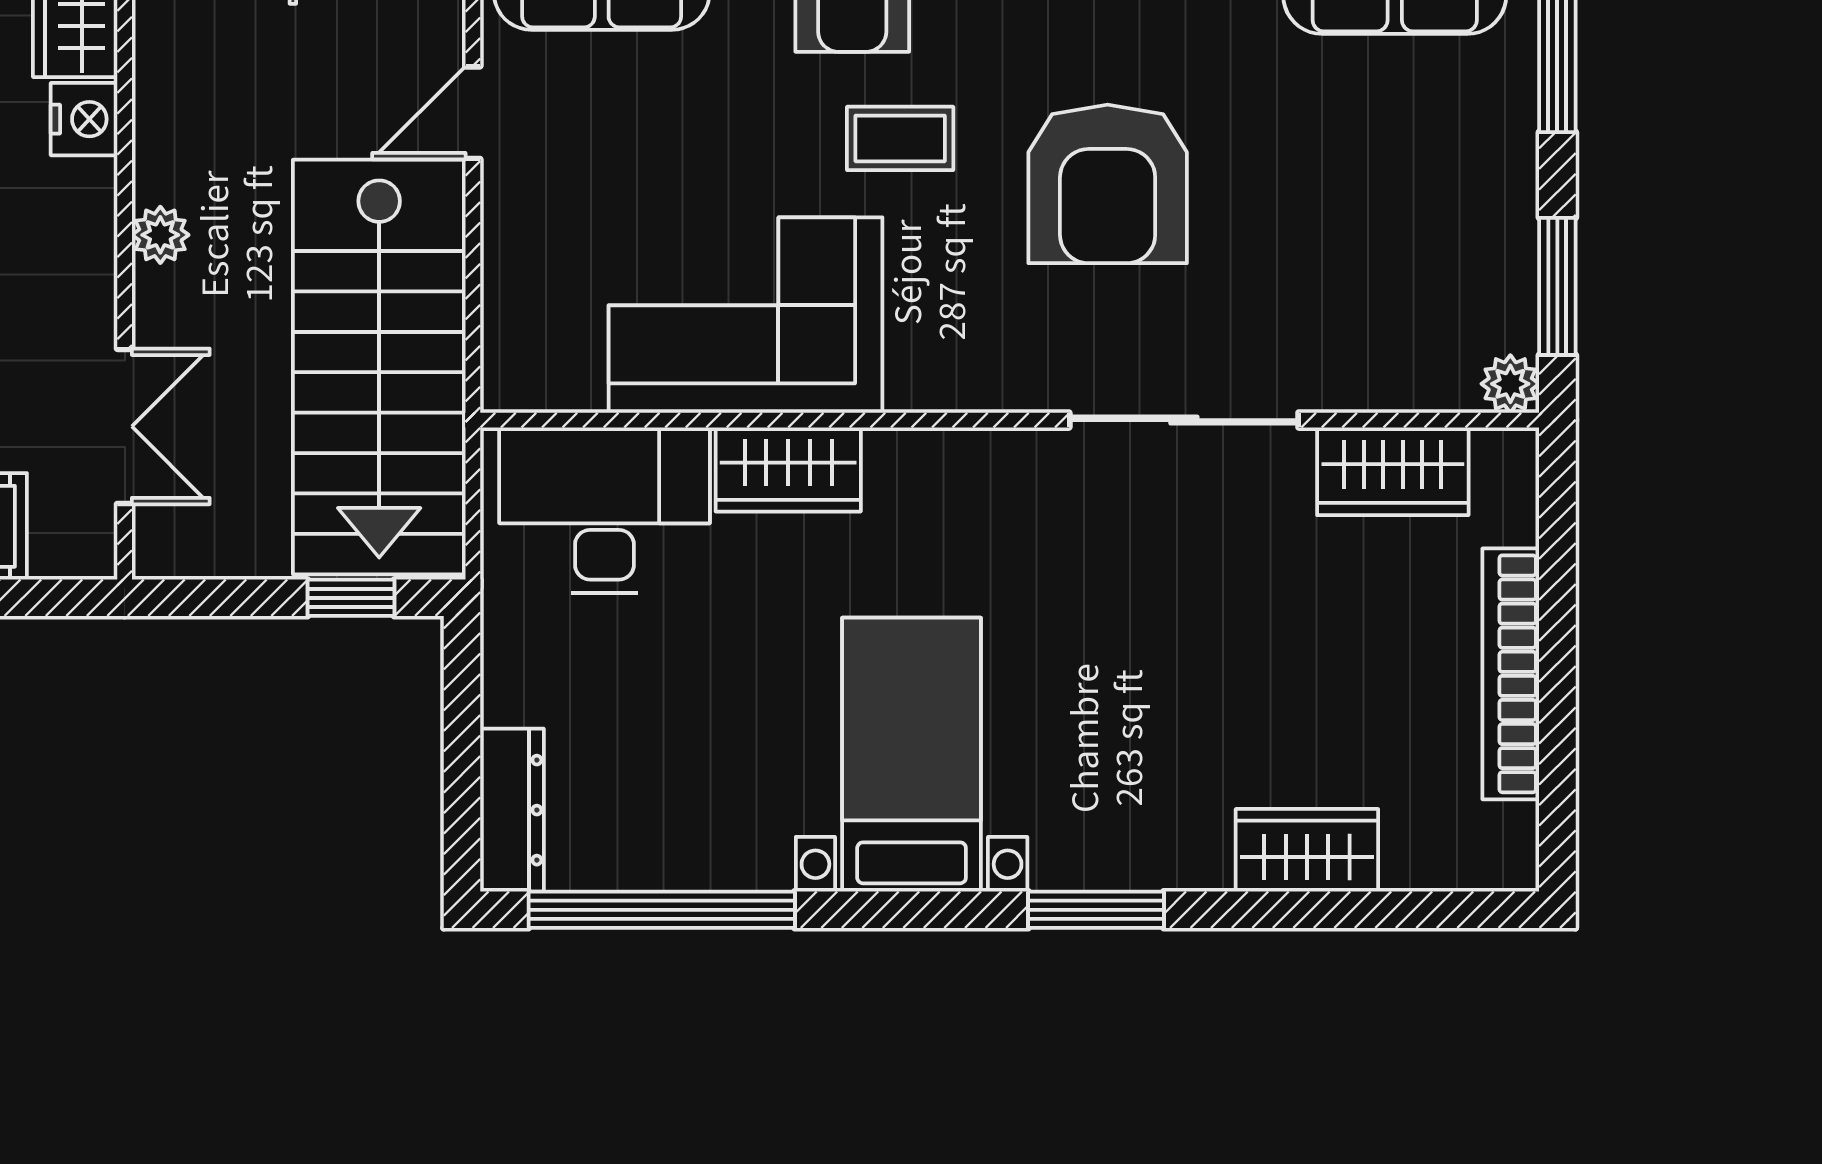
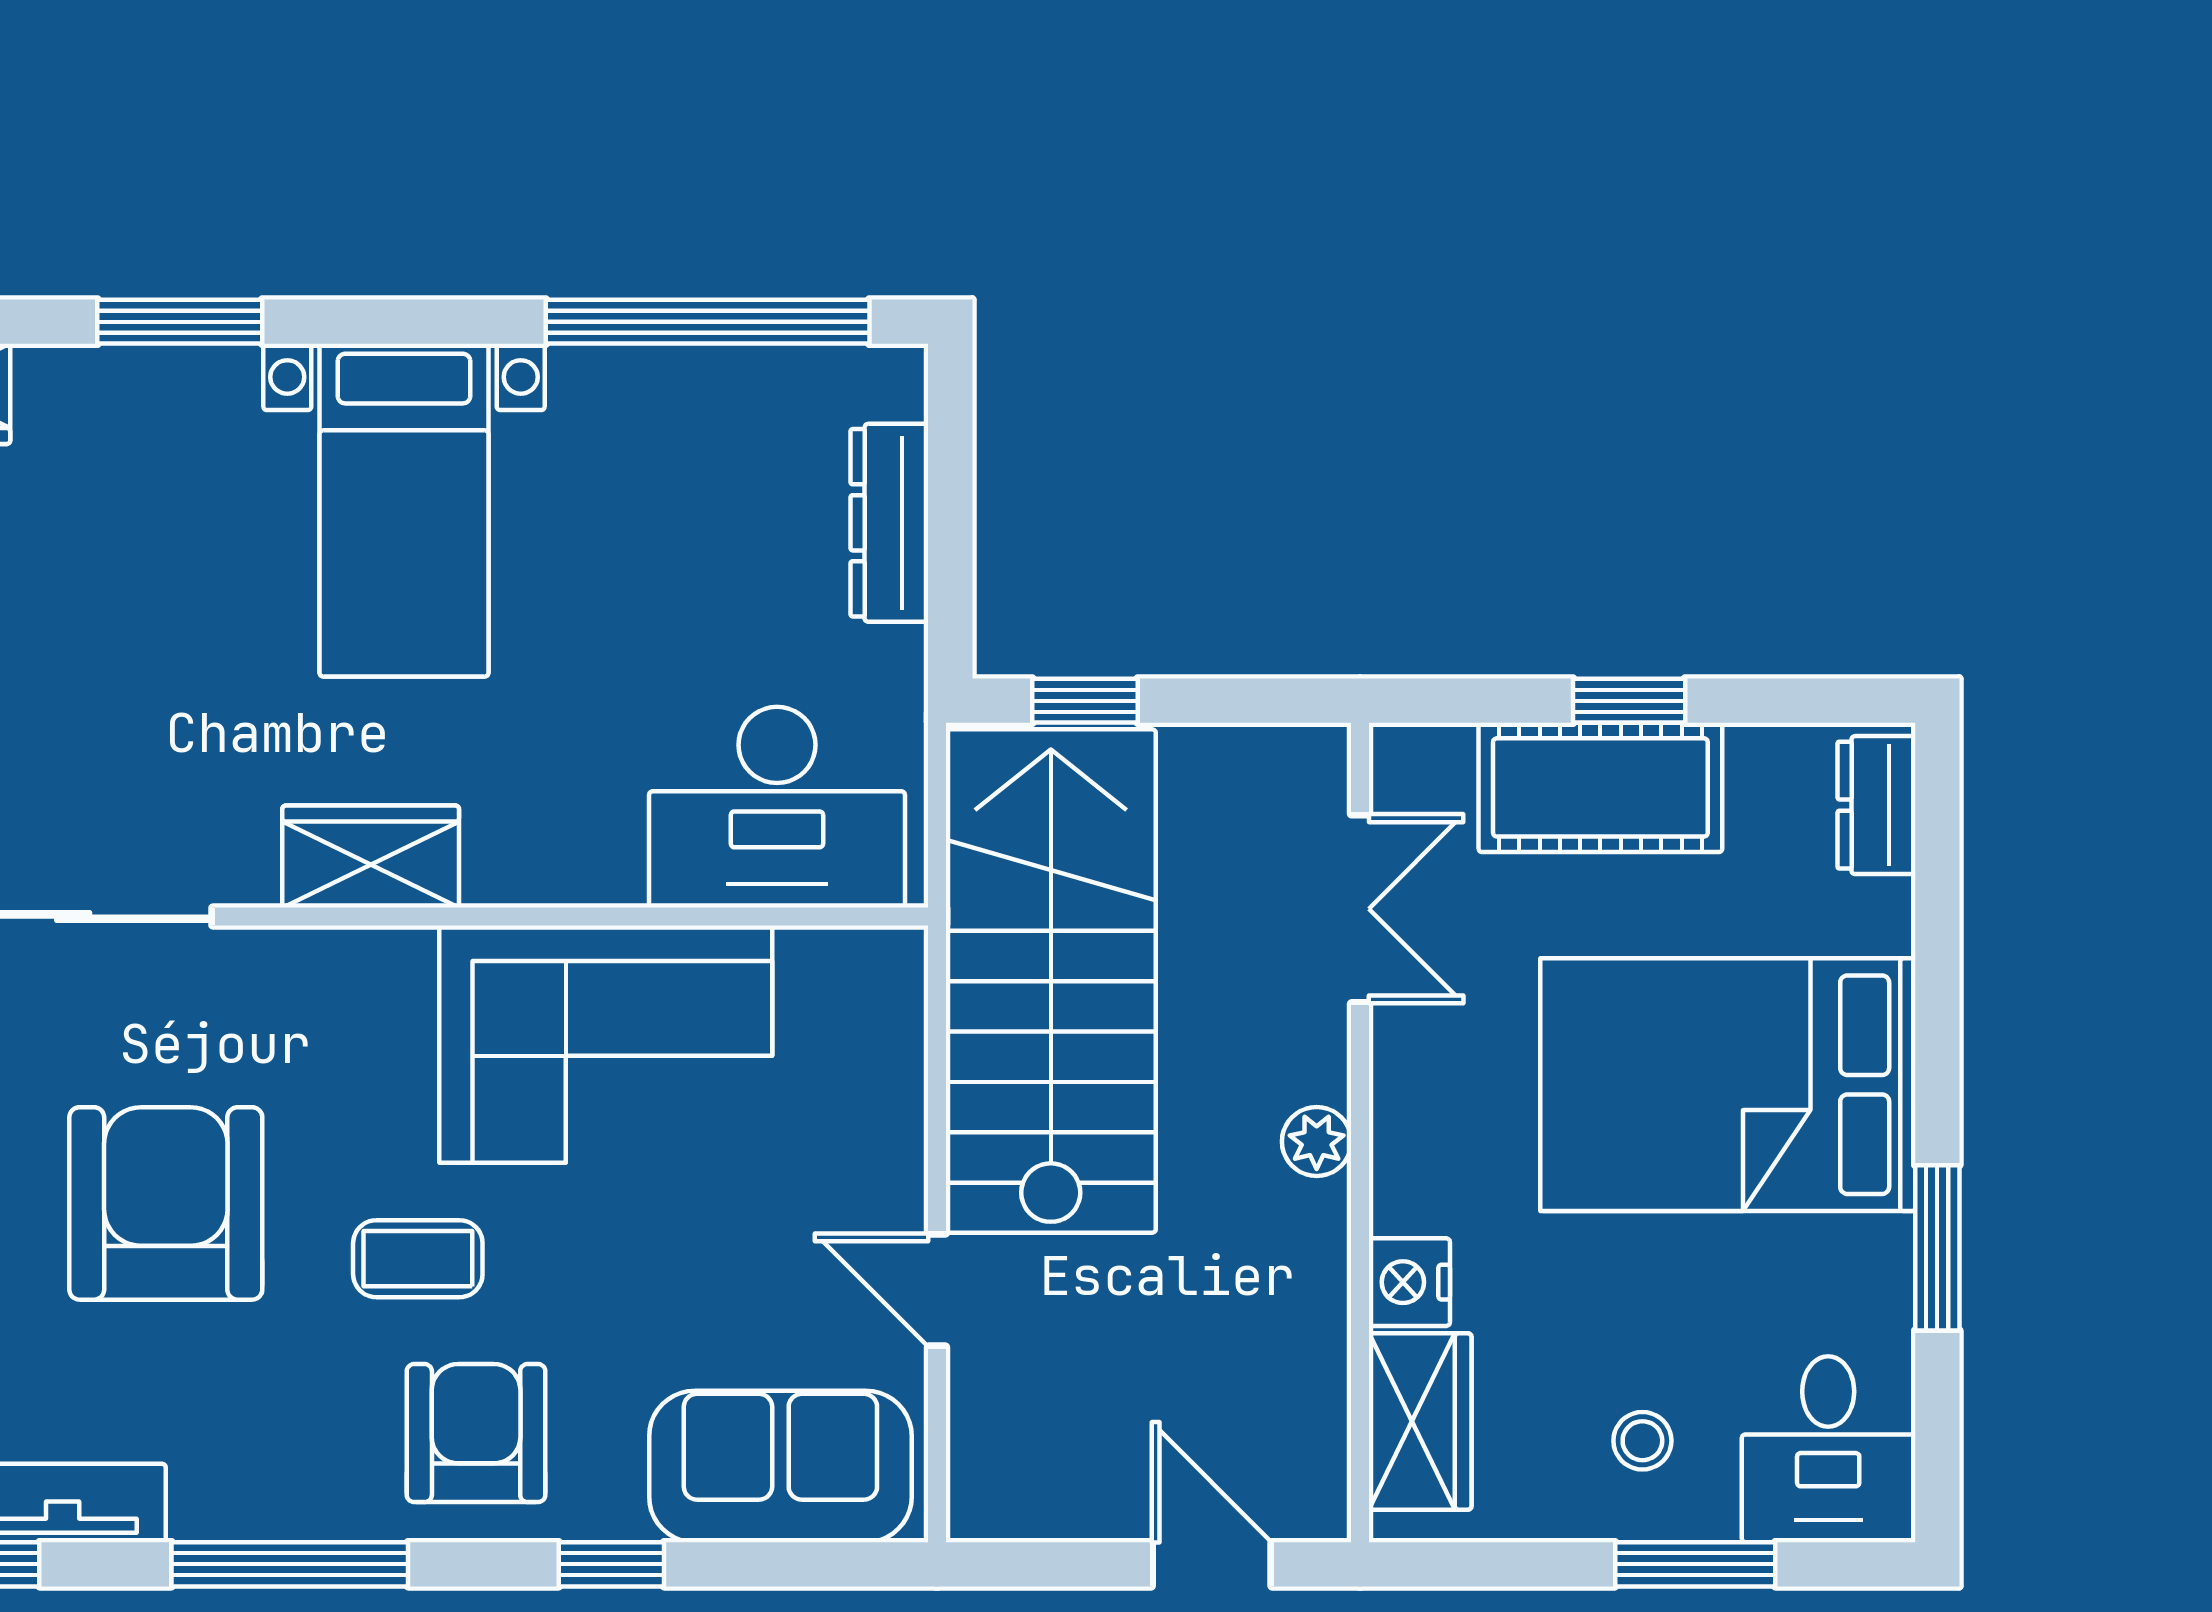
door: (473, 113) -> (937, 1290), swing flipped
double door: (125, 426) -> (1360, 909), swing flipped
wardrobe: (788, 469) -> (371, 857), moved
dresser: (512, 810) -> (889, 523), moved

